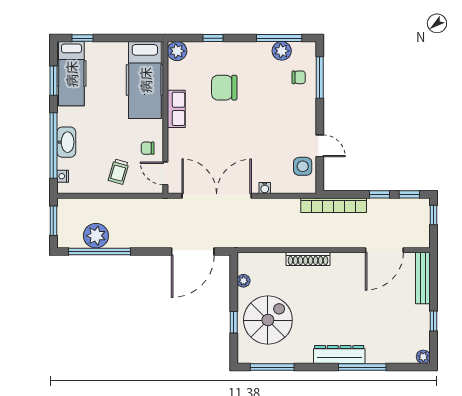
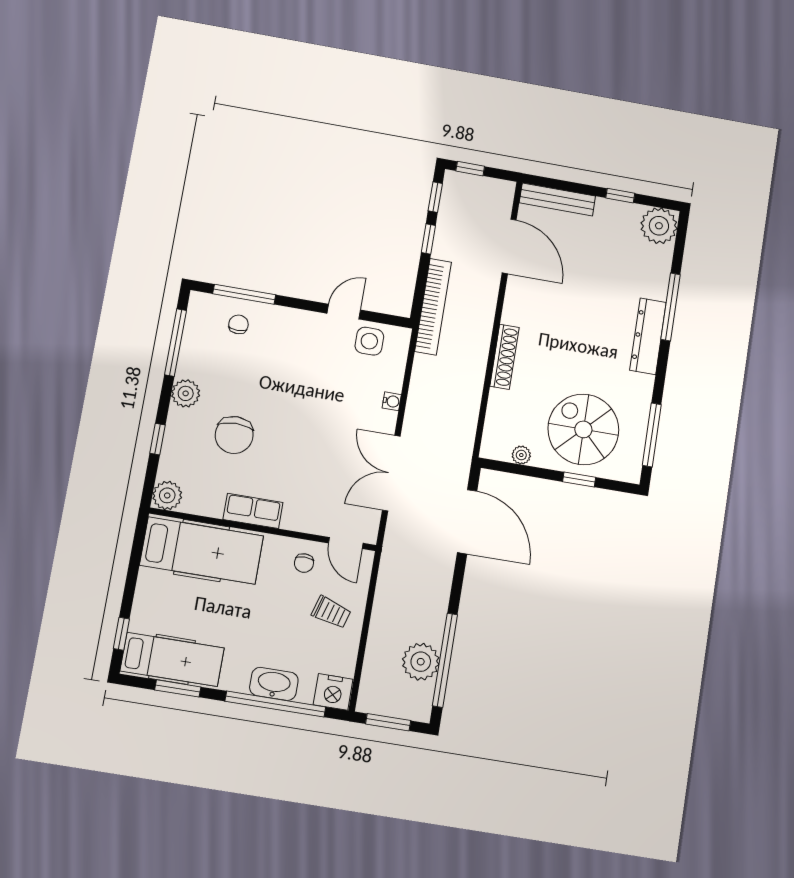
plant: (282, 51) -> (186, 393), moved
door: (165, 173) -> (346, 543), hinge flipped
nightstand: (63, 176) -> (333, 692), width x1.89, depth x1.79
double door: (217, 196) -> (391, 473), width x0.73
plant: (423, 357) -> (659, 226), width x1.87, depth x1.87

